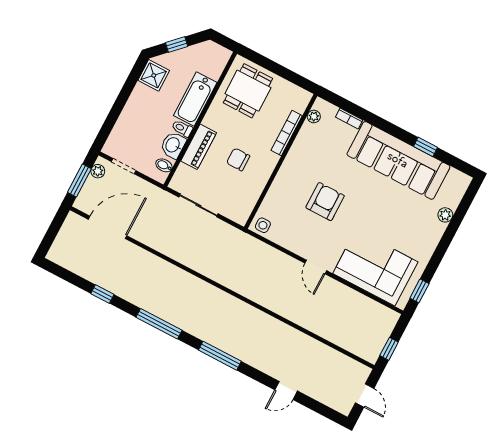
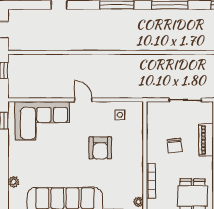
chair: (238, 159) -> (175, 145), turned 84
side table: (263, 225) -> (120, 115), moved

